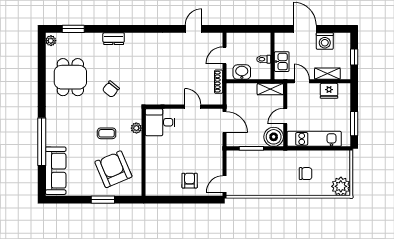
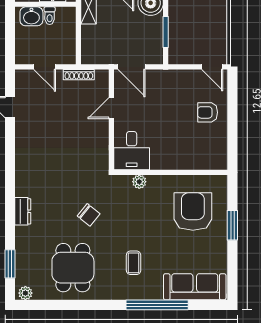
washbasin: (242, 72) -> (31, 16), moved, turned -90
dining table: (70, 77) -> (73, 268), turned 90
door: (224, 122) -> (132, 67), swing flipped
coffee table: (107, 133) -> (134, 263), moved
armchair: (113, 169) -> (193, 212), turned 113

